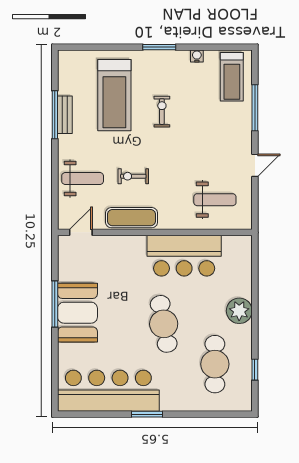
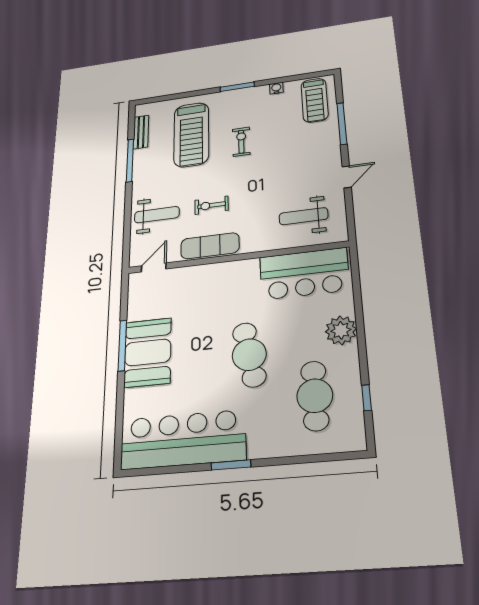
bench: (65, 115) -> (141, 132), moved
weight bench: (215, 200) -> (303, 216), turned 180
bar counter: (184, 256) -> (304, 274), moved

